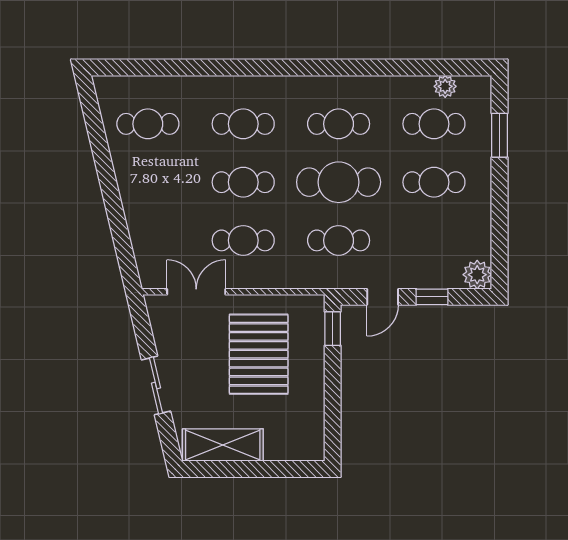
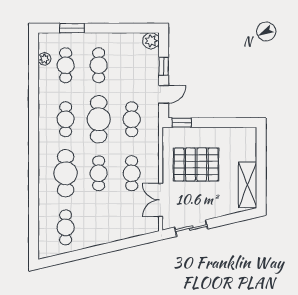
cafe table: (243, 124) -> (66, 173), width x1.37, depth x1.35
door: (383, 297) -> (164, 94), hinge flipped
sliding door: (156, 385) -> (191, 228), moved

